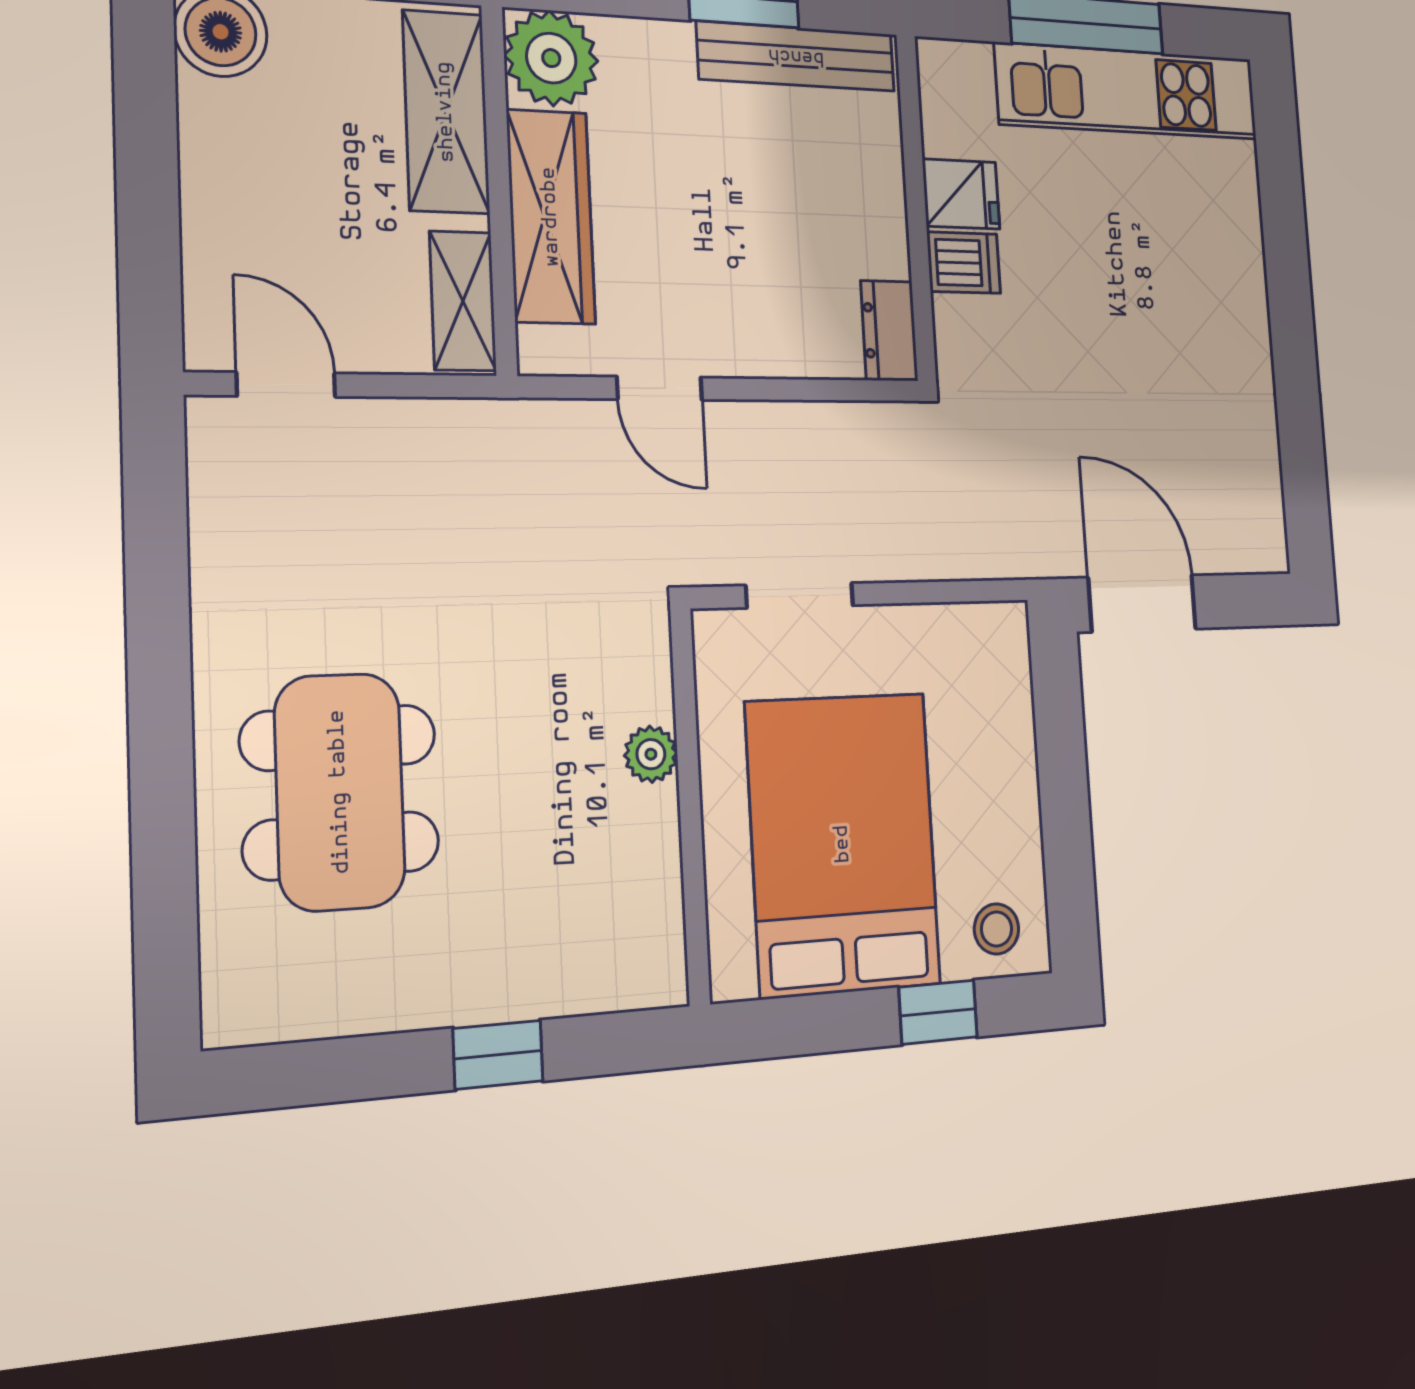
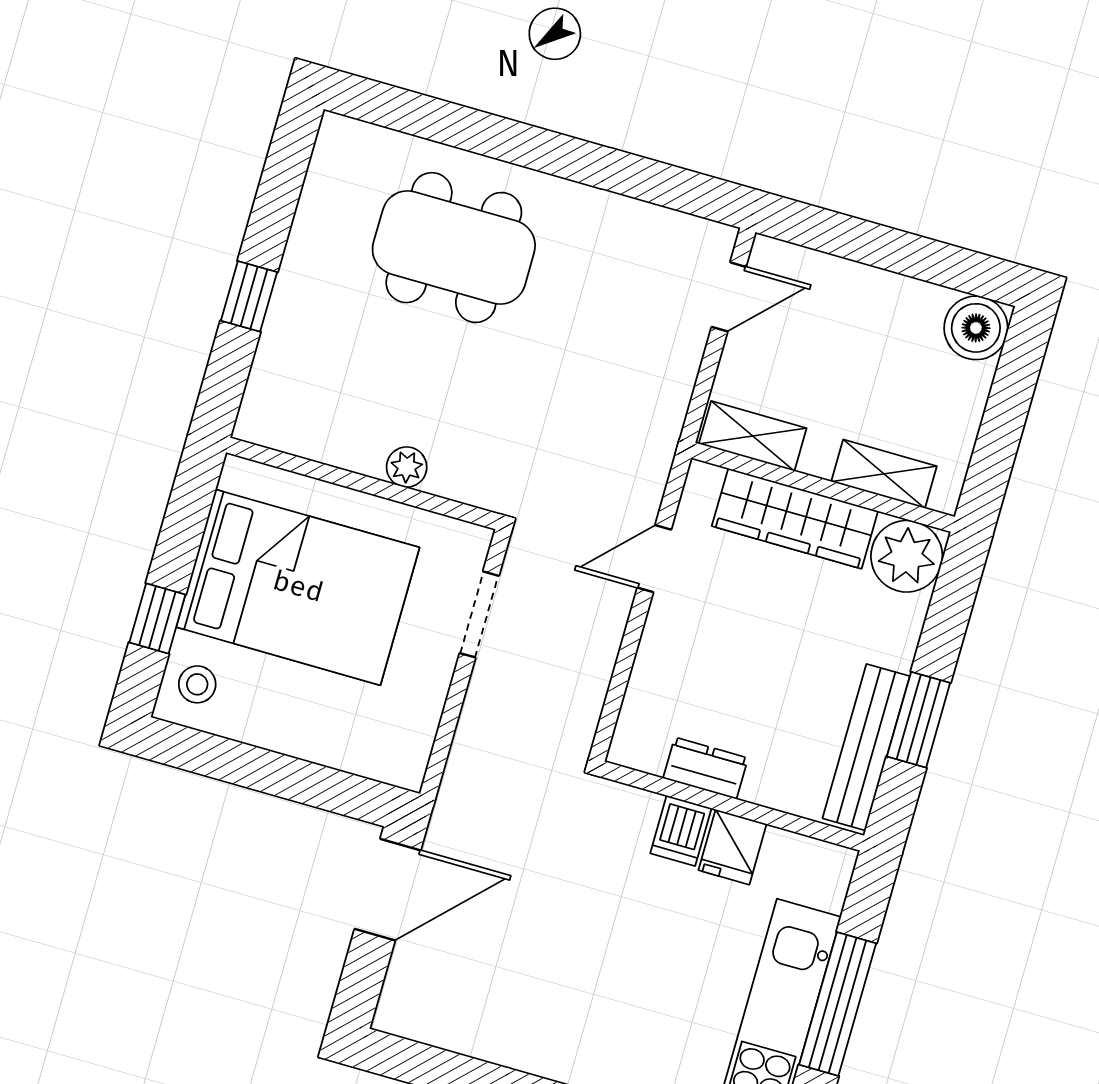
shelving: (446, 112) -> (884, 474), width x0.67, depth x0.75
dresser: (889, 331) -> (706, 768), moved

